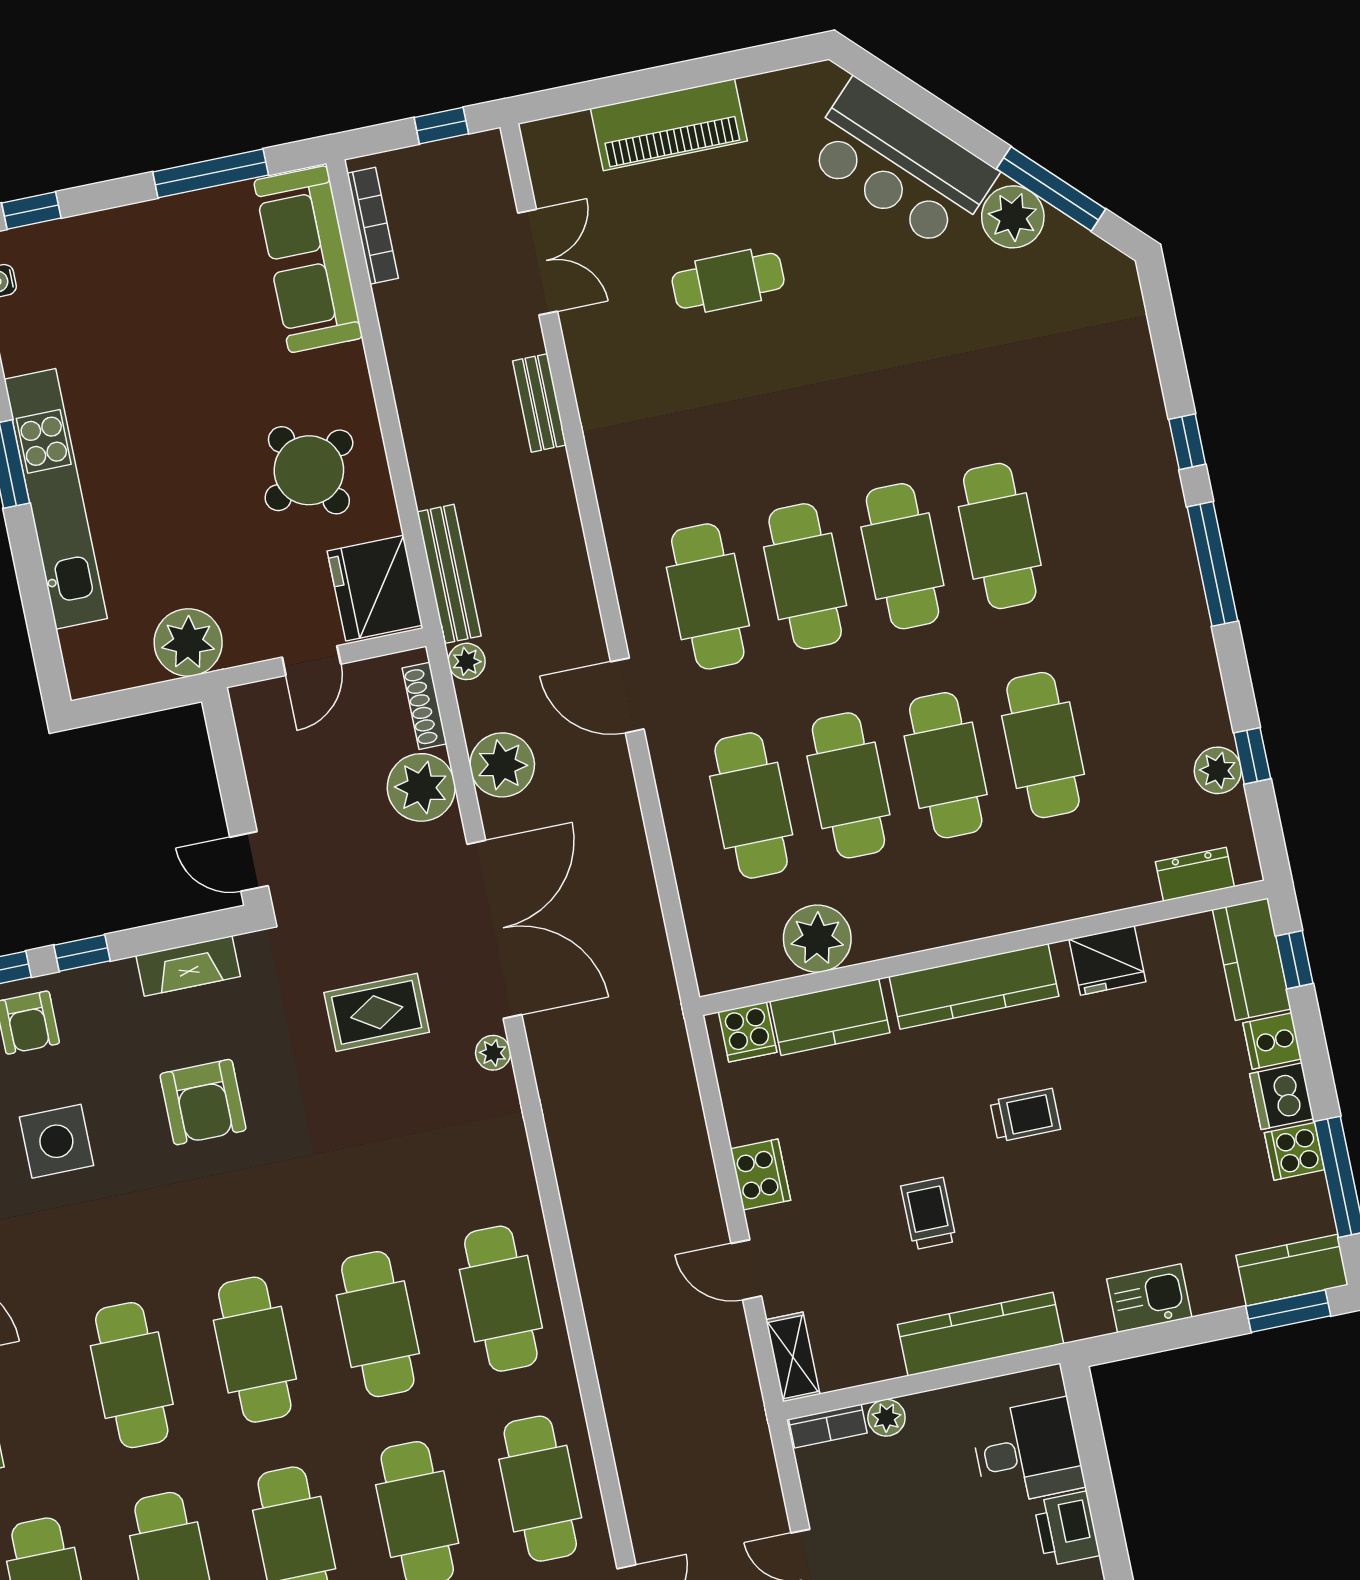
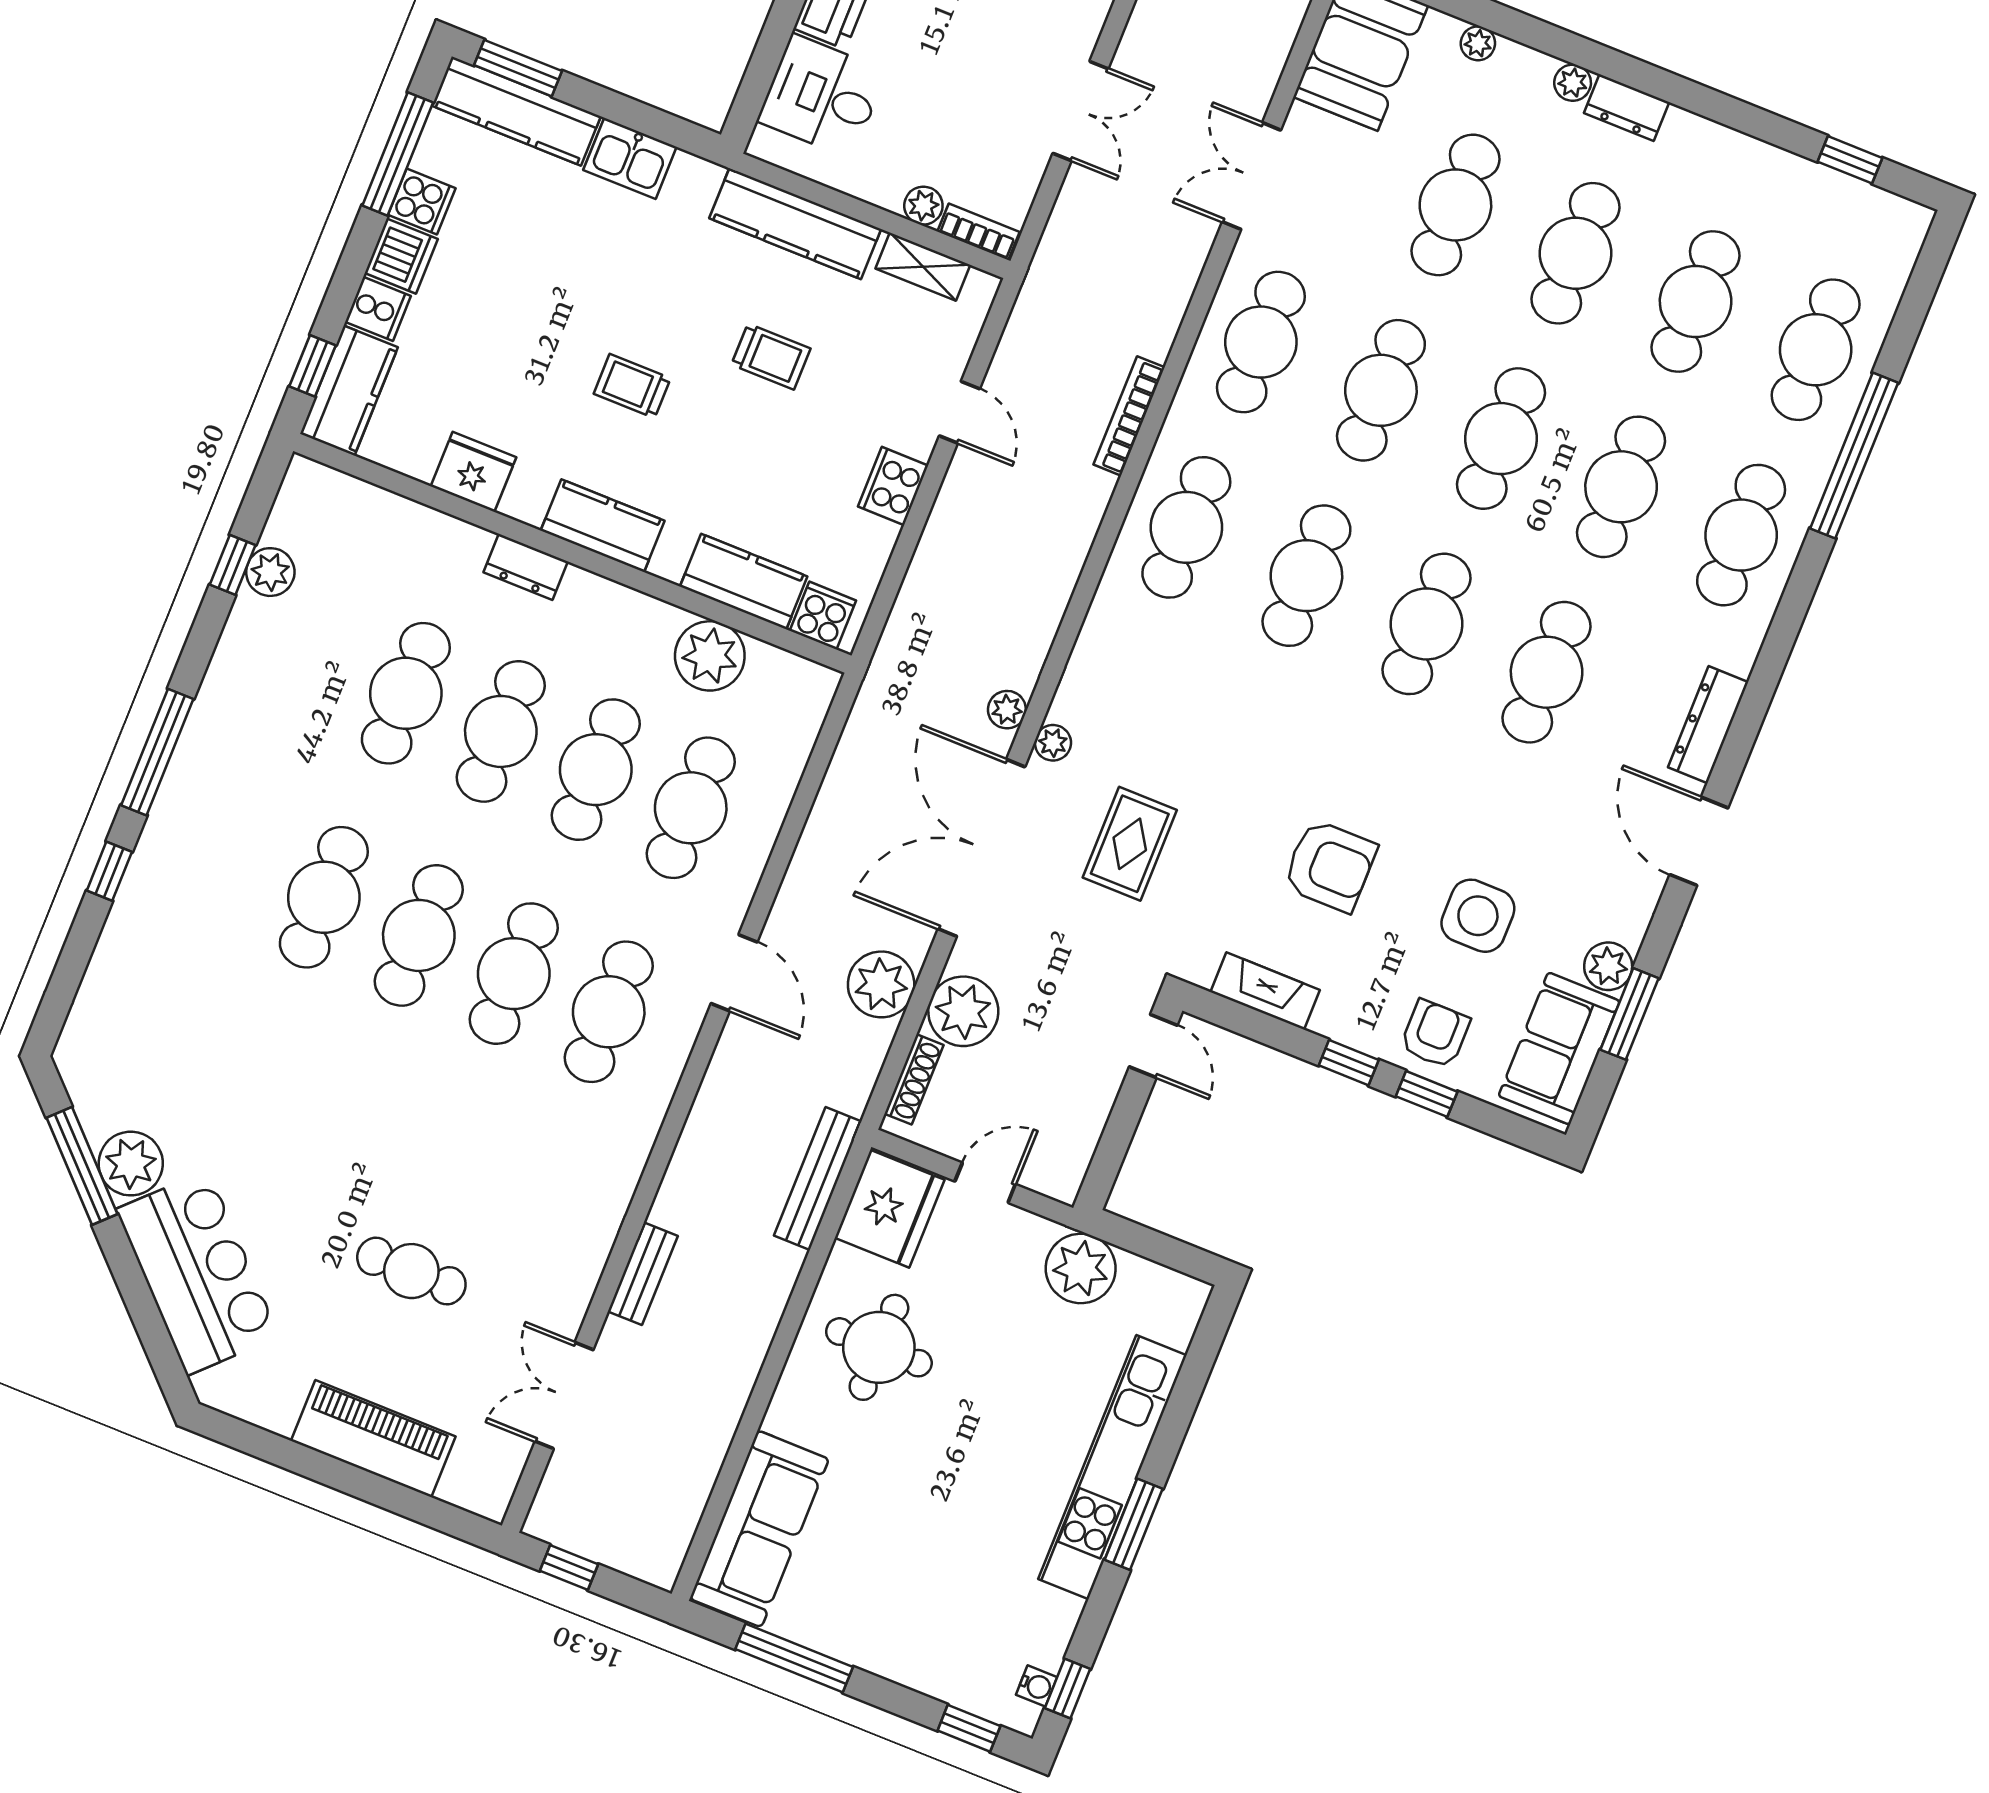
bookcase: (373, 226) -> (1129, 416), moved
round table: (309, 470) -> (879, 1347), turned 30
plant: (467, 661) -> (1007, 710), moved
dresser: (1195, 874) -> (526, 567), moved
kitchen counter: (974, 986) -> (603, 526), width x0.67
rug: (377, 1012) -> (1130, 844), turned 90
armchair: (203, 1102) -> (1330, 866), turned 90
trolley: (929, 1214) -> (771, 357), turned -90
kitchen counter: (1292, 1270) -> (516, 111), width x1.50
shelving: (793, 1357) -> (923, 267), moved, turned 90

